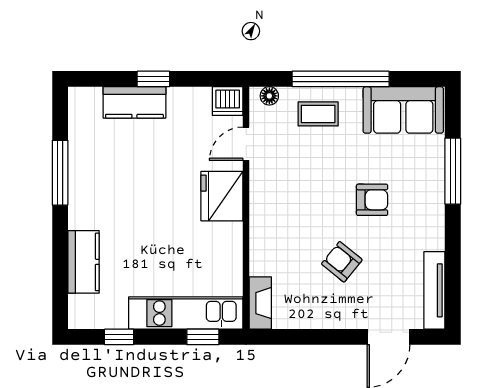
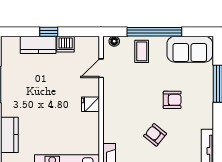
dishwasher: (228, 101) -> (66, 44), moved
coffee table: (318, 114) -> (142, 51), turned 90
fridge: (222, 196) -> (90, 104), width x0.53, depth x0.75

